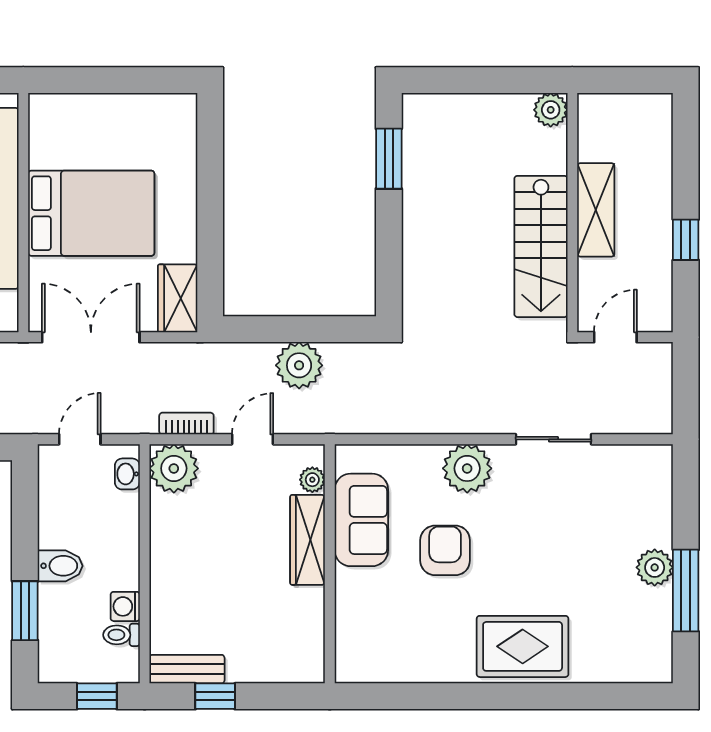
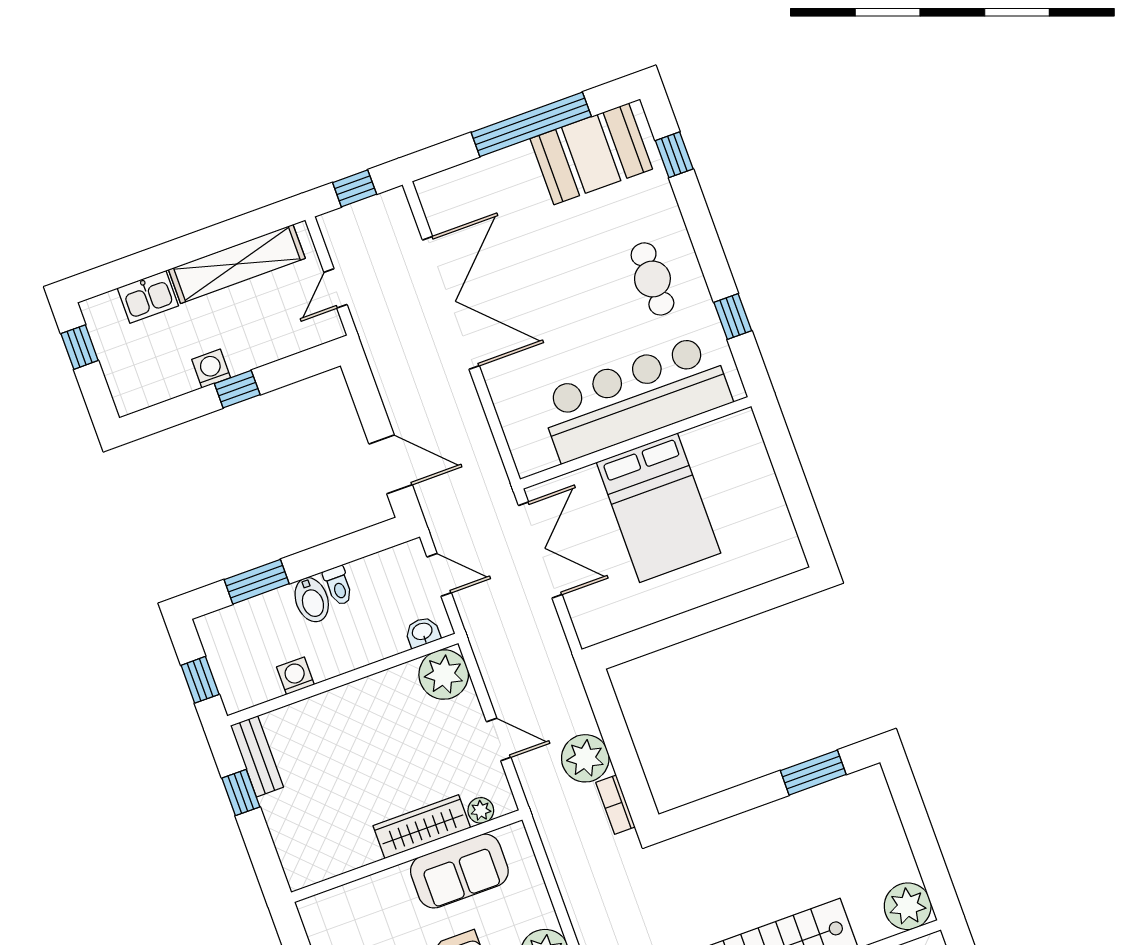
plant: (551, 110) -> (908, 906), width x1.36, depth x1.36
wardrobe: (178, 298) -> (607, 619), removed
bookcase: (186, 424) -> (616, 805), moved, turned 180
toilet: (122, 635) -> (338, 586), moved, turned 180

